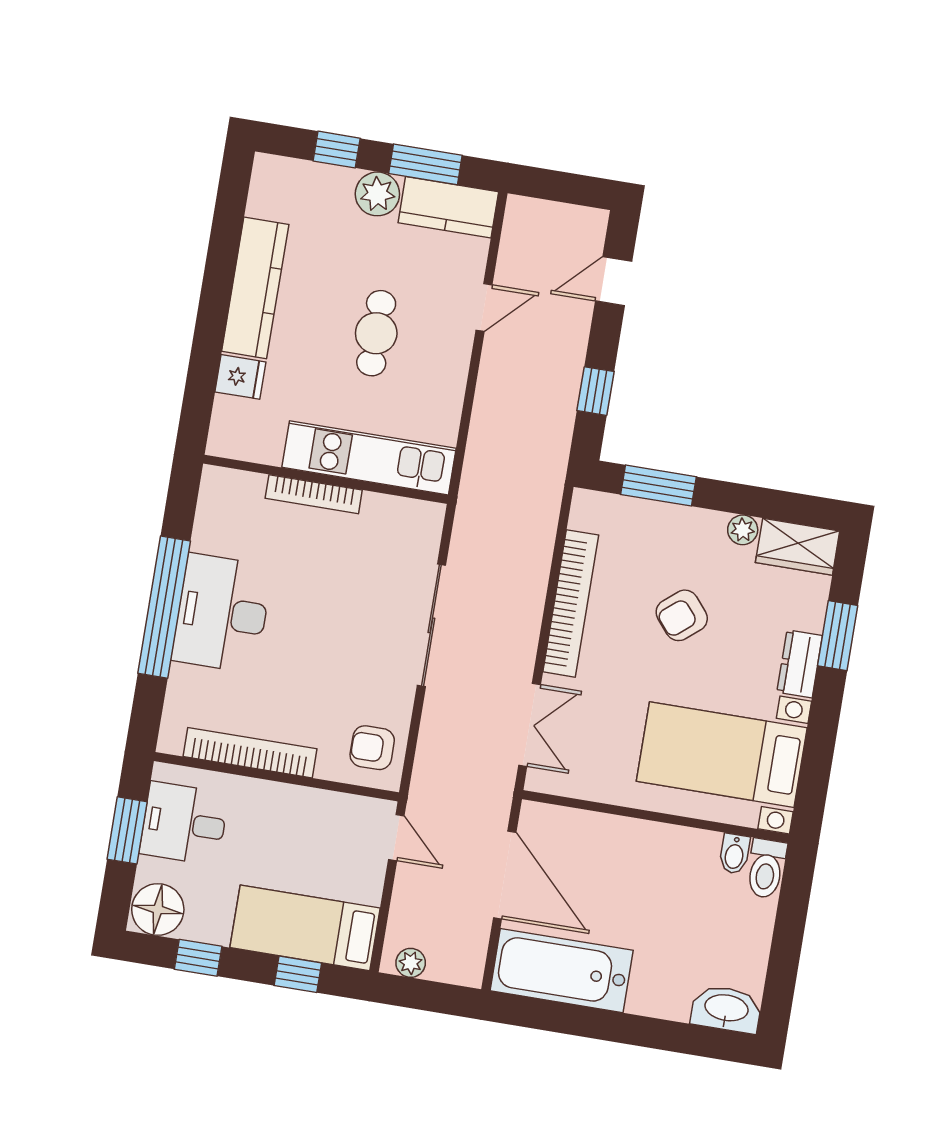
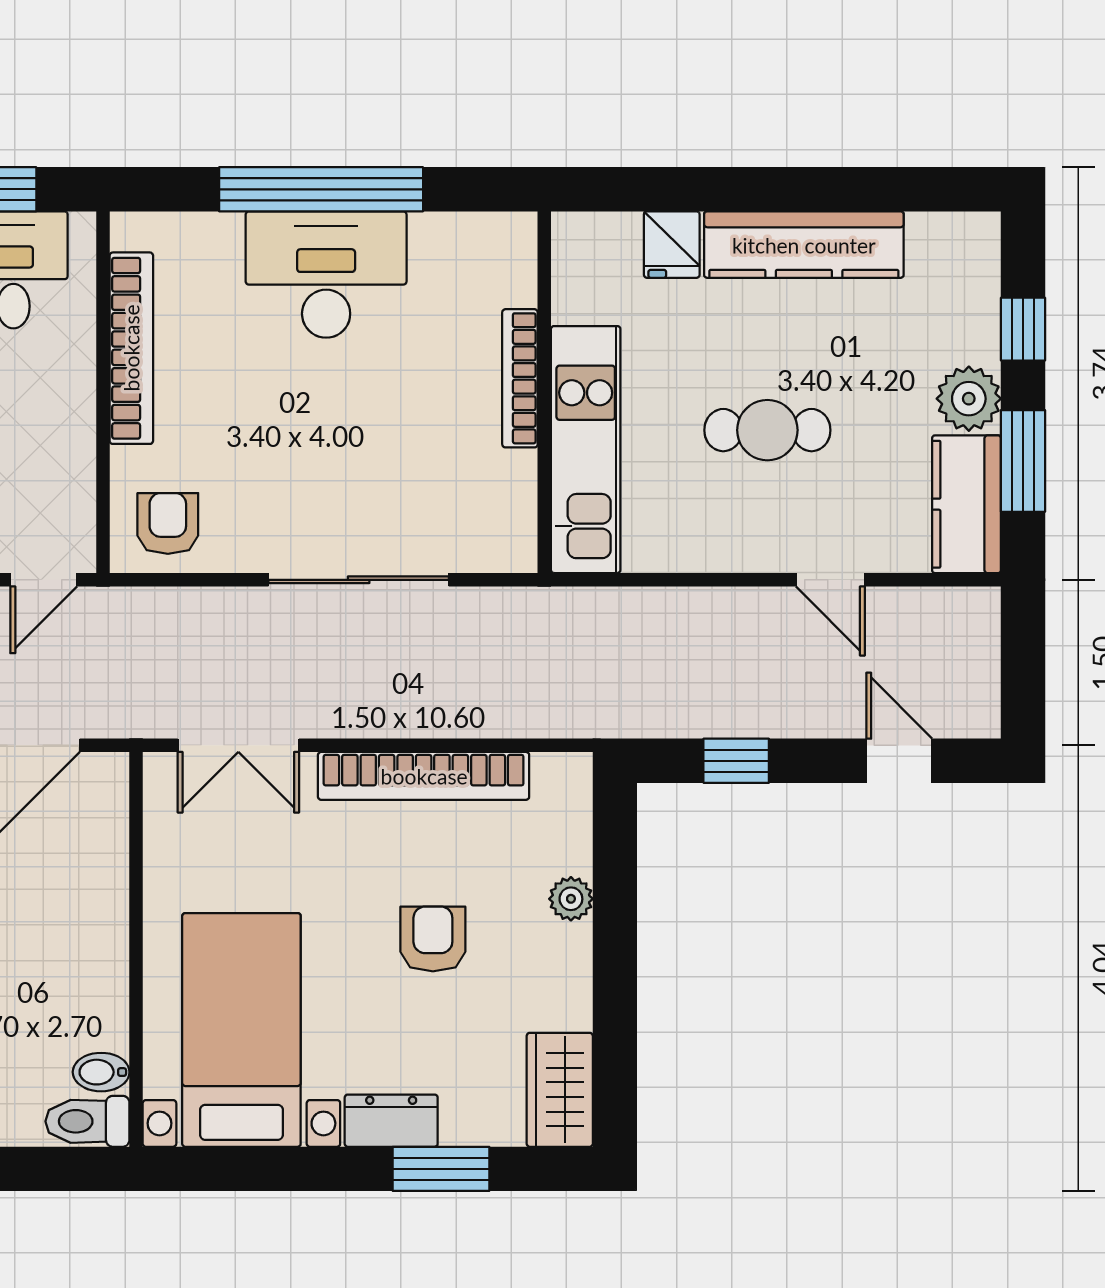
window: (658, 486) -> (615, 874), removed
plant: (743, 530) -> (571, 899), moved
armchair: (682, 615) -> (433, 939), turned 40

